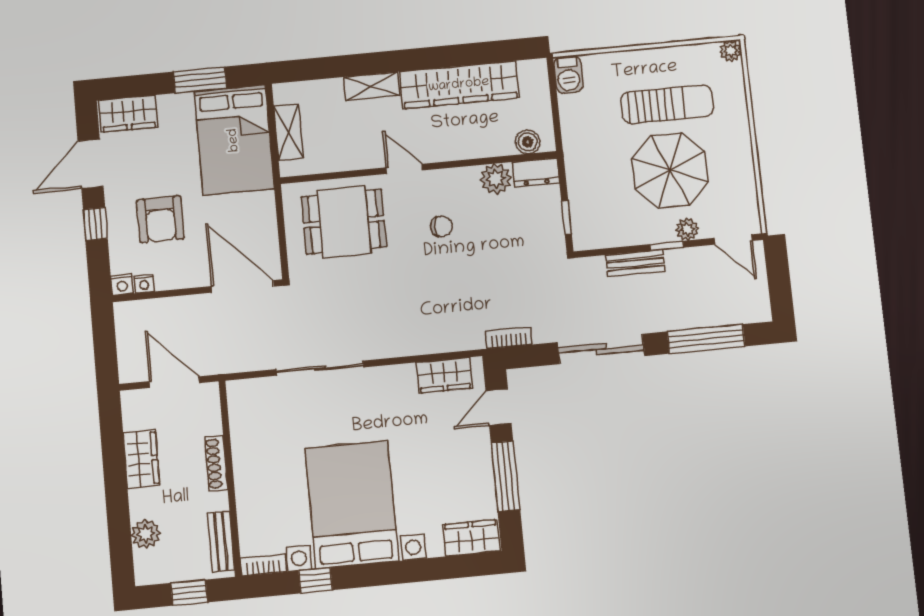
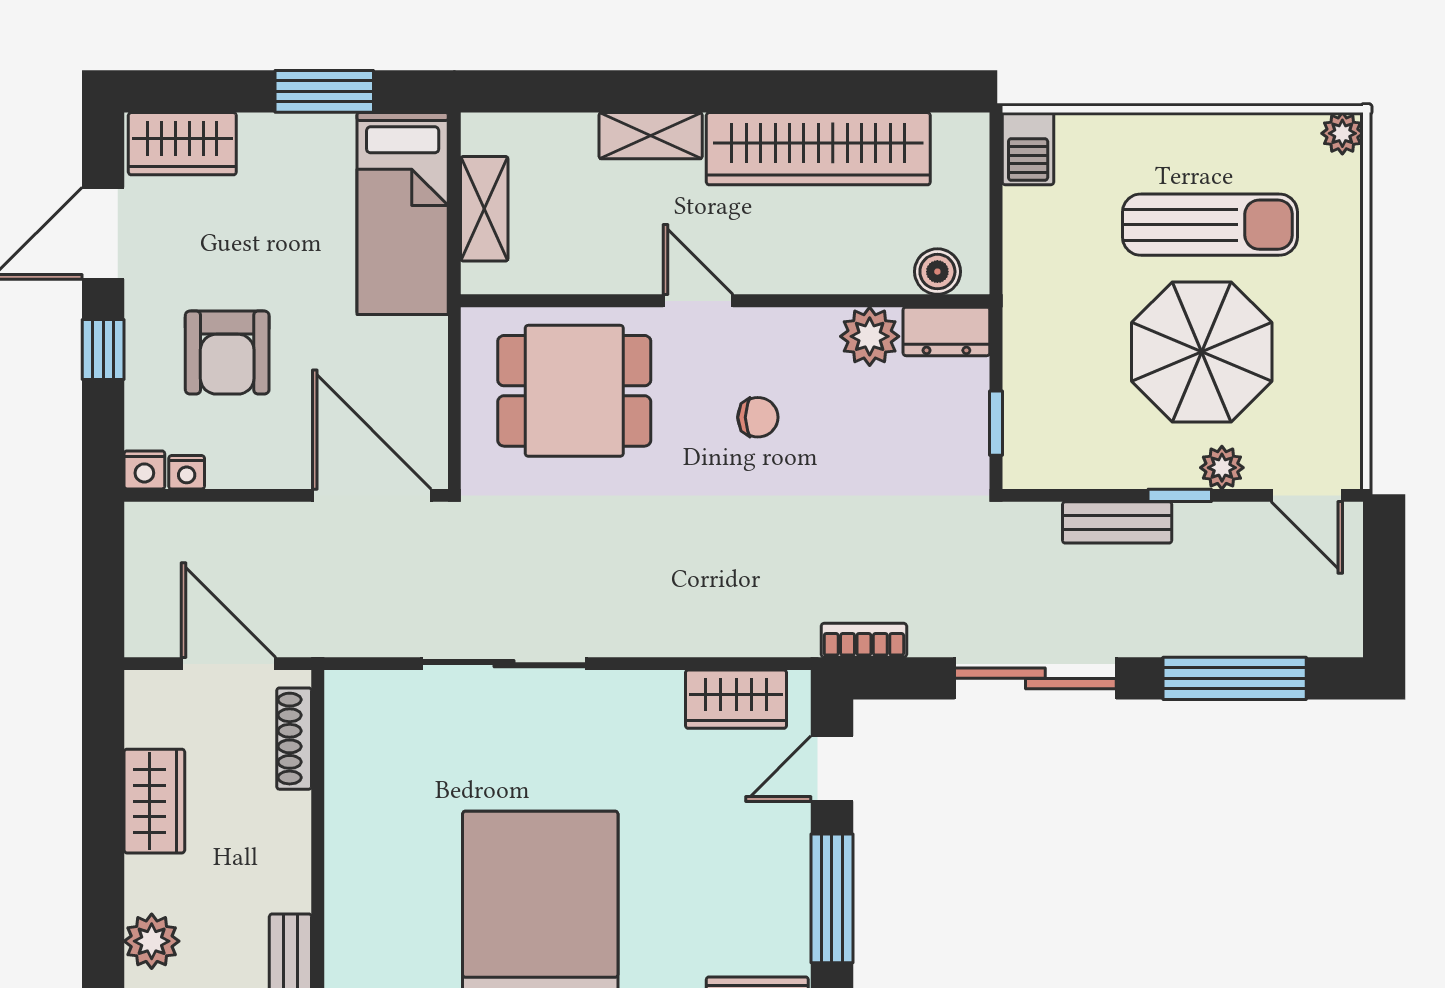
bed: (234, 140) -> (403, 214), width x0.67
shoe rack: (216, 463) -> (294, 739), moved

